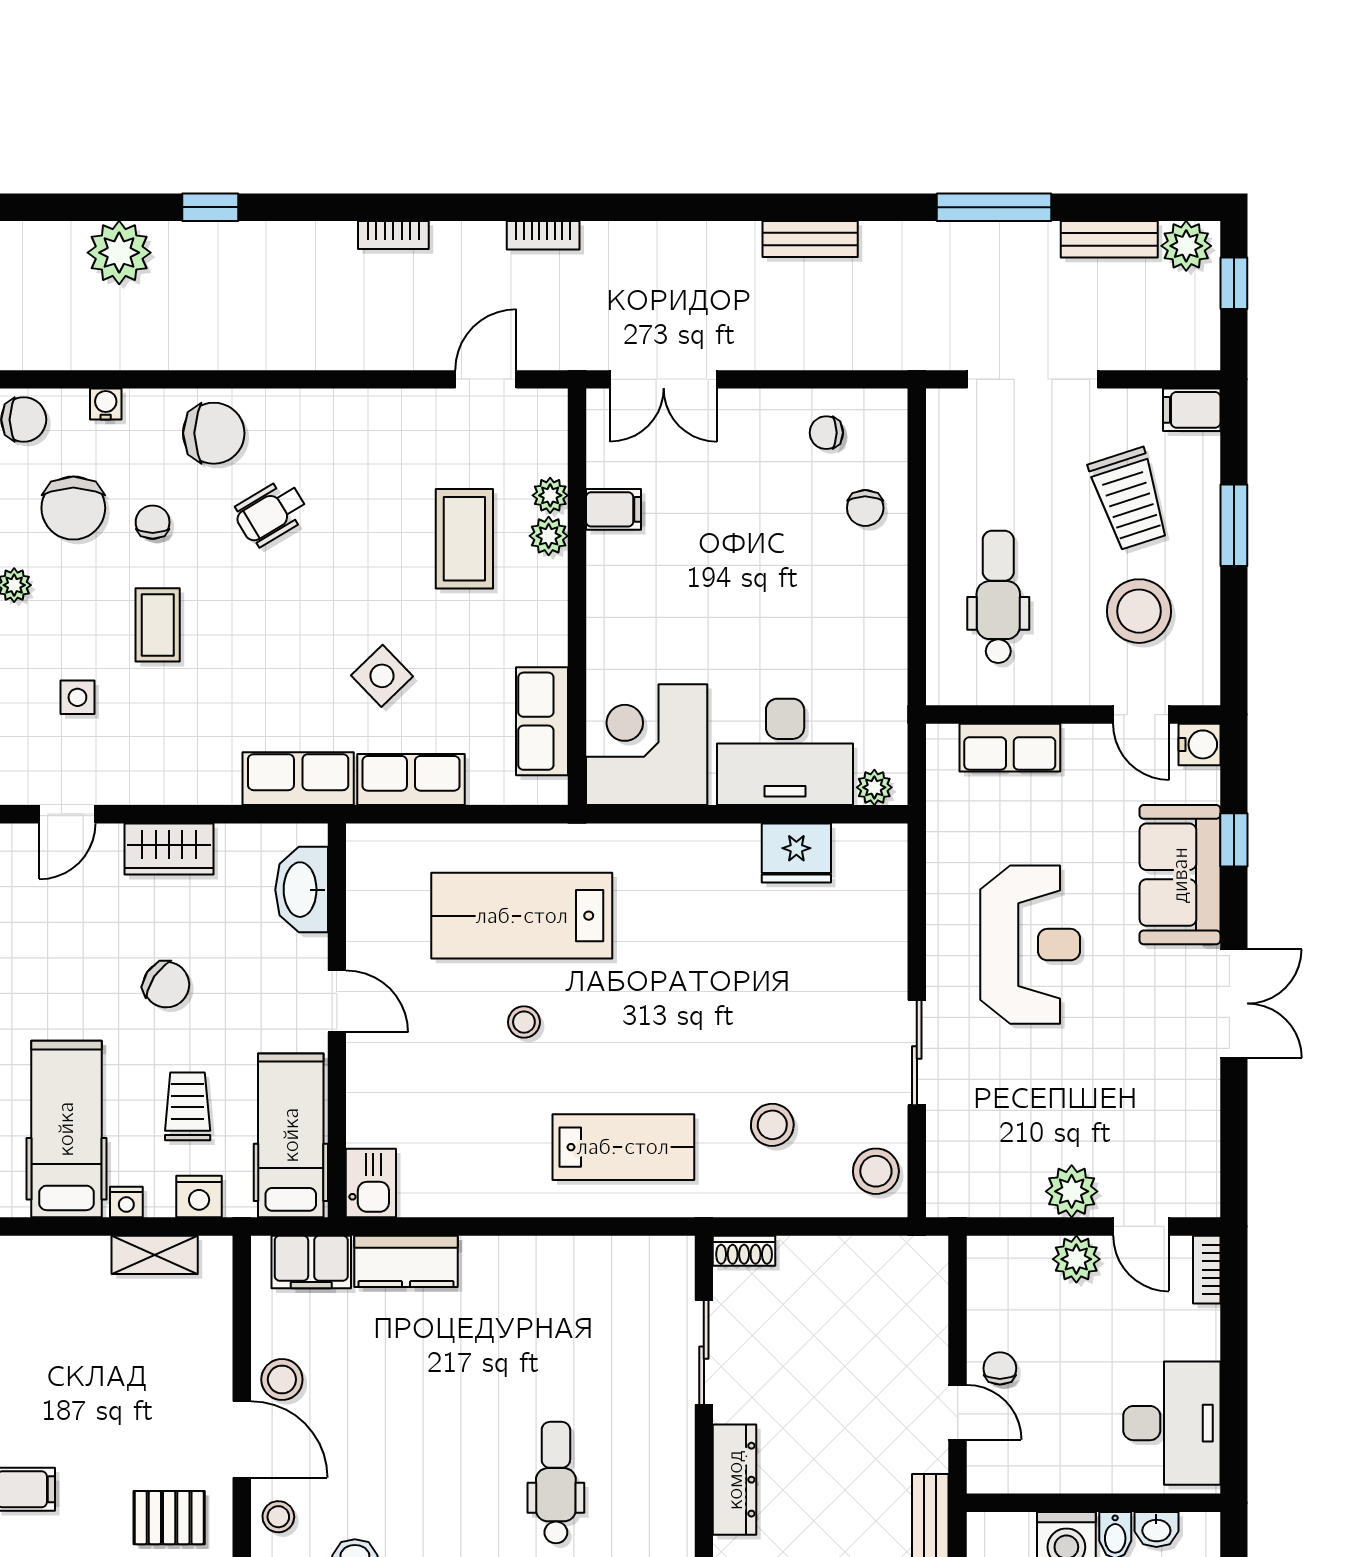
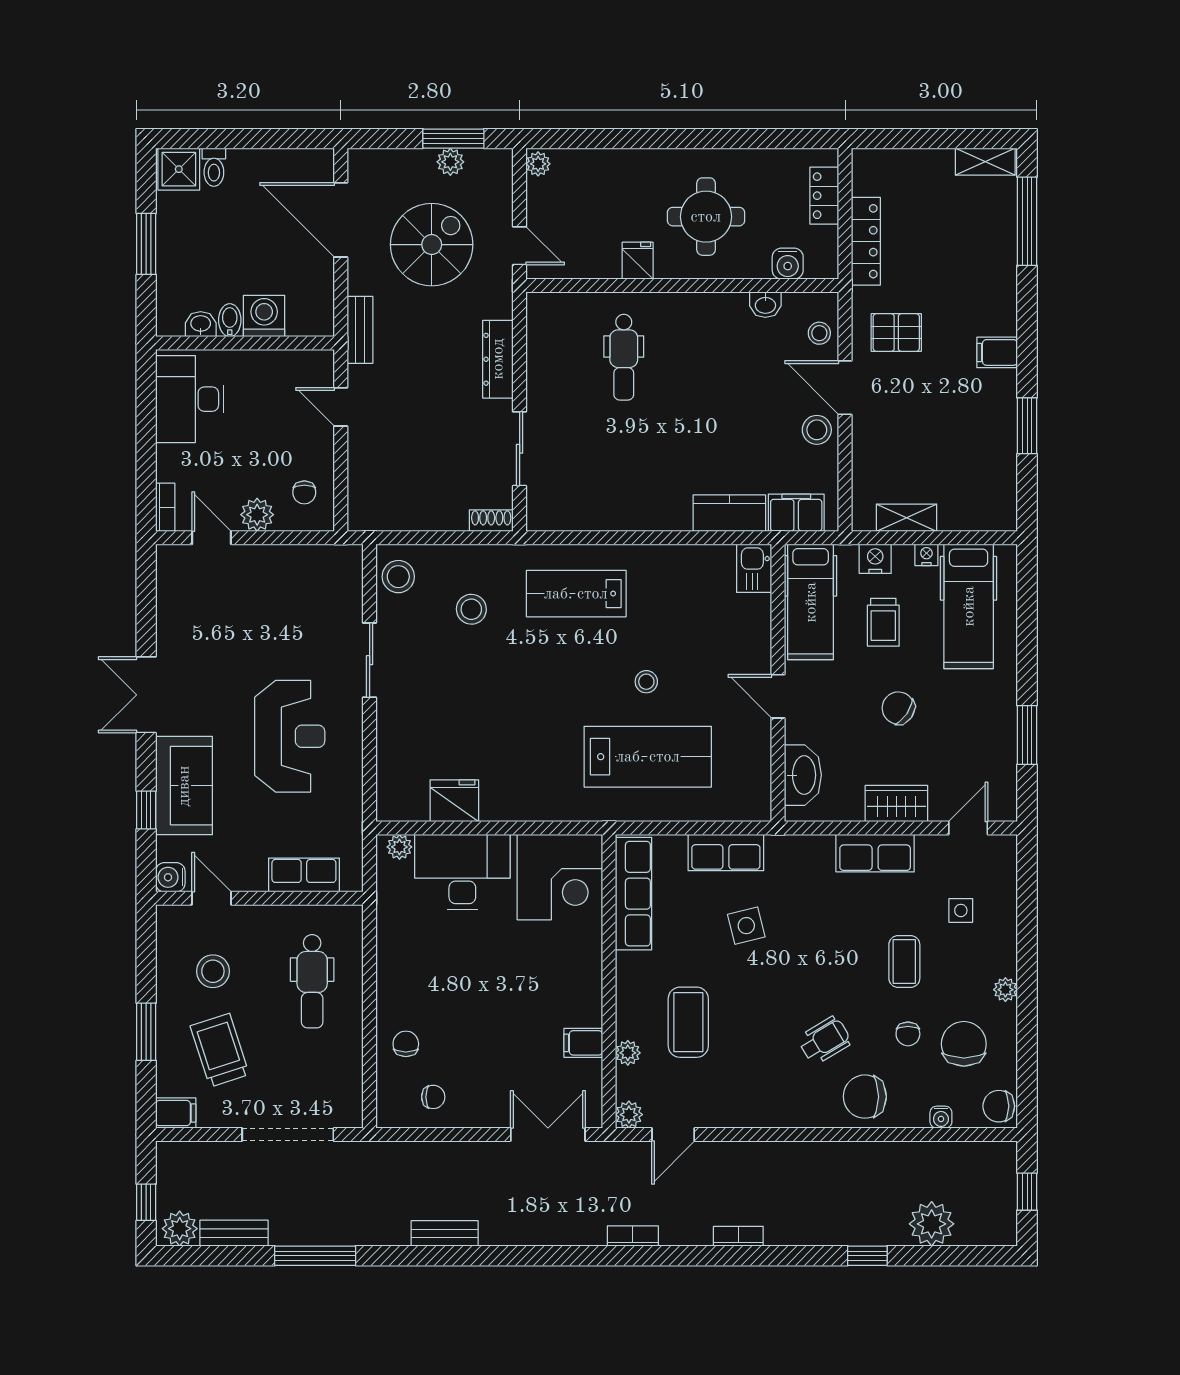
plant: (549, 536) -> (629, 1115), moved
stool: (1139, 611) -> (213, 971), width x0.73, depth x0.73
side table: (382, 676) -> (746, 926), turned 30
row of seats: (542, 721) -> (634, 894), width x1.48
row of seats: (298, 779) -> (875, 853), moved
reception desk: (1030, 945) -> (290, 736), turned 180
plant: (1072, 1191) -> (260, 562), removed
chair: (1000, 1368) -> (304, 492), moved

